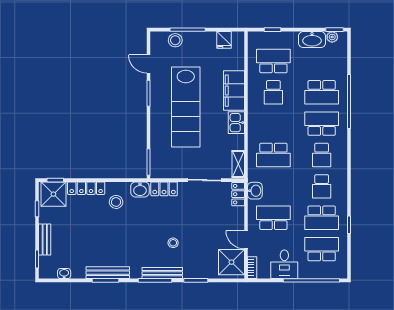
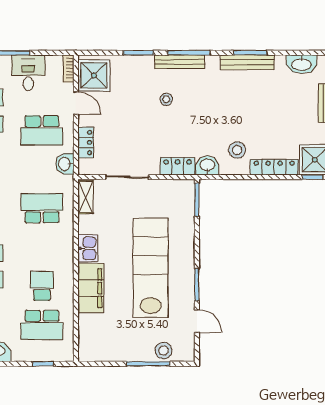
fridge: (224, 40) -> (103, 351), removed
locker: (238, 194) -> (86, 142), moved
washbasin: (64, 274) -> (301, 64), width x1.91, depth x1.45

